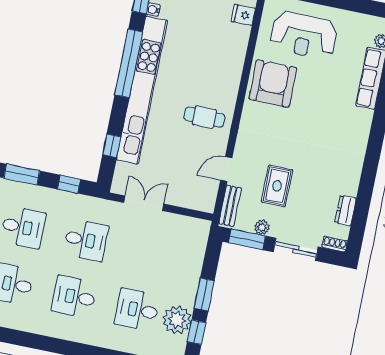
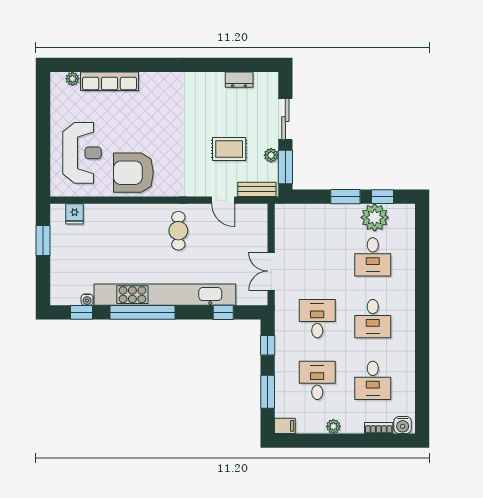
shoe rack: (335, 244) -> (273, 83), removed

